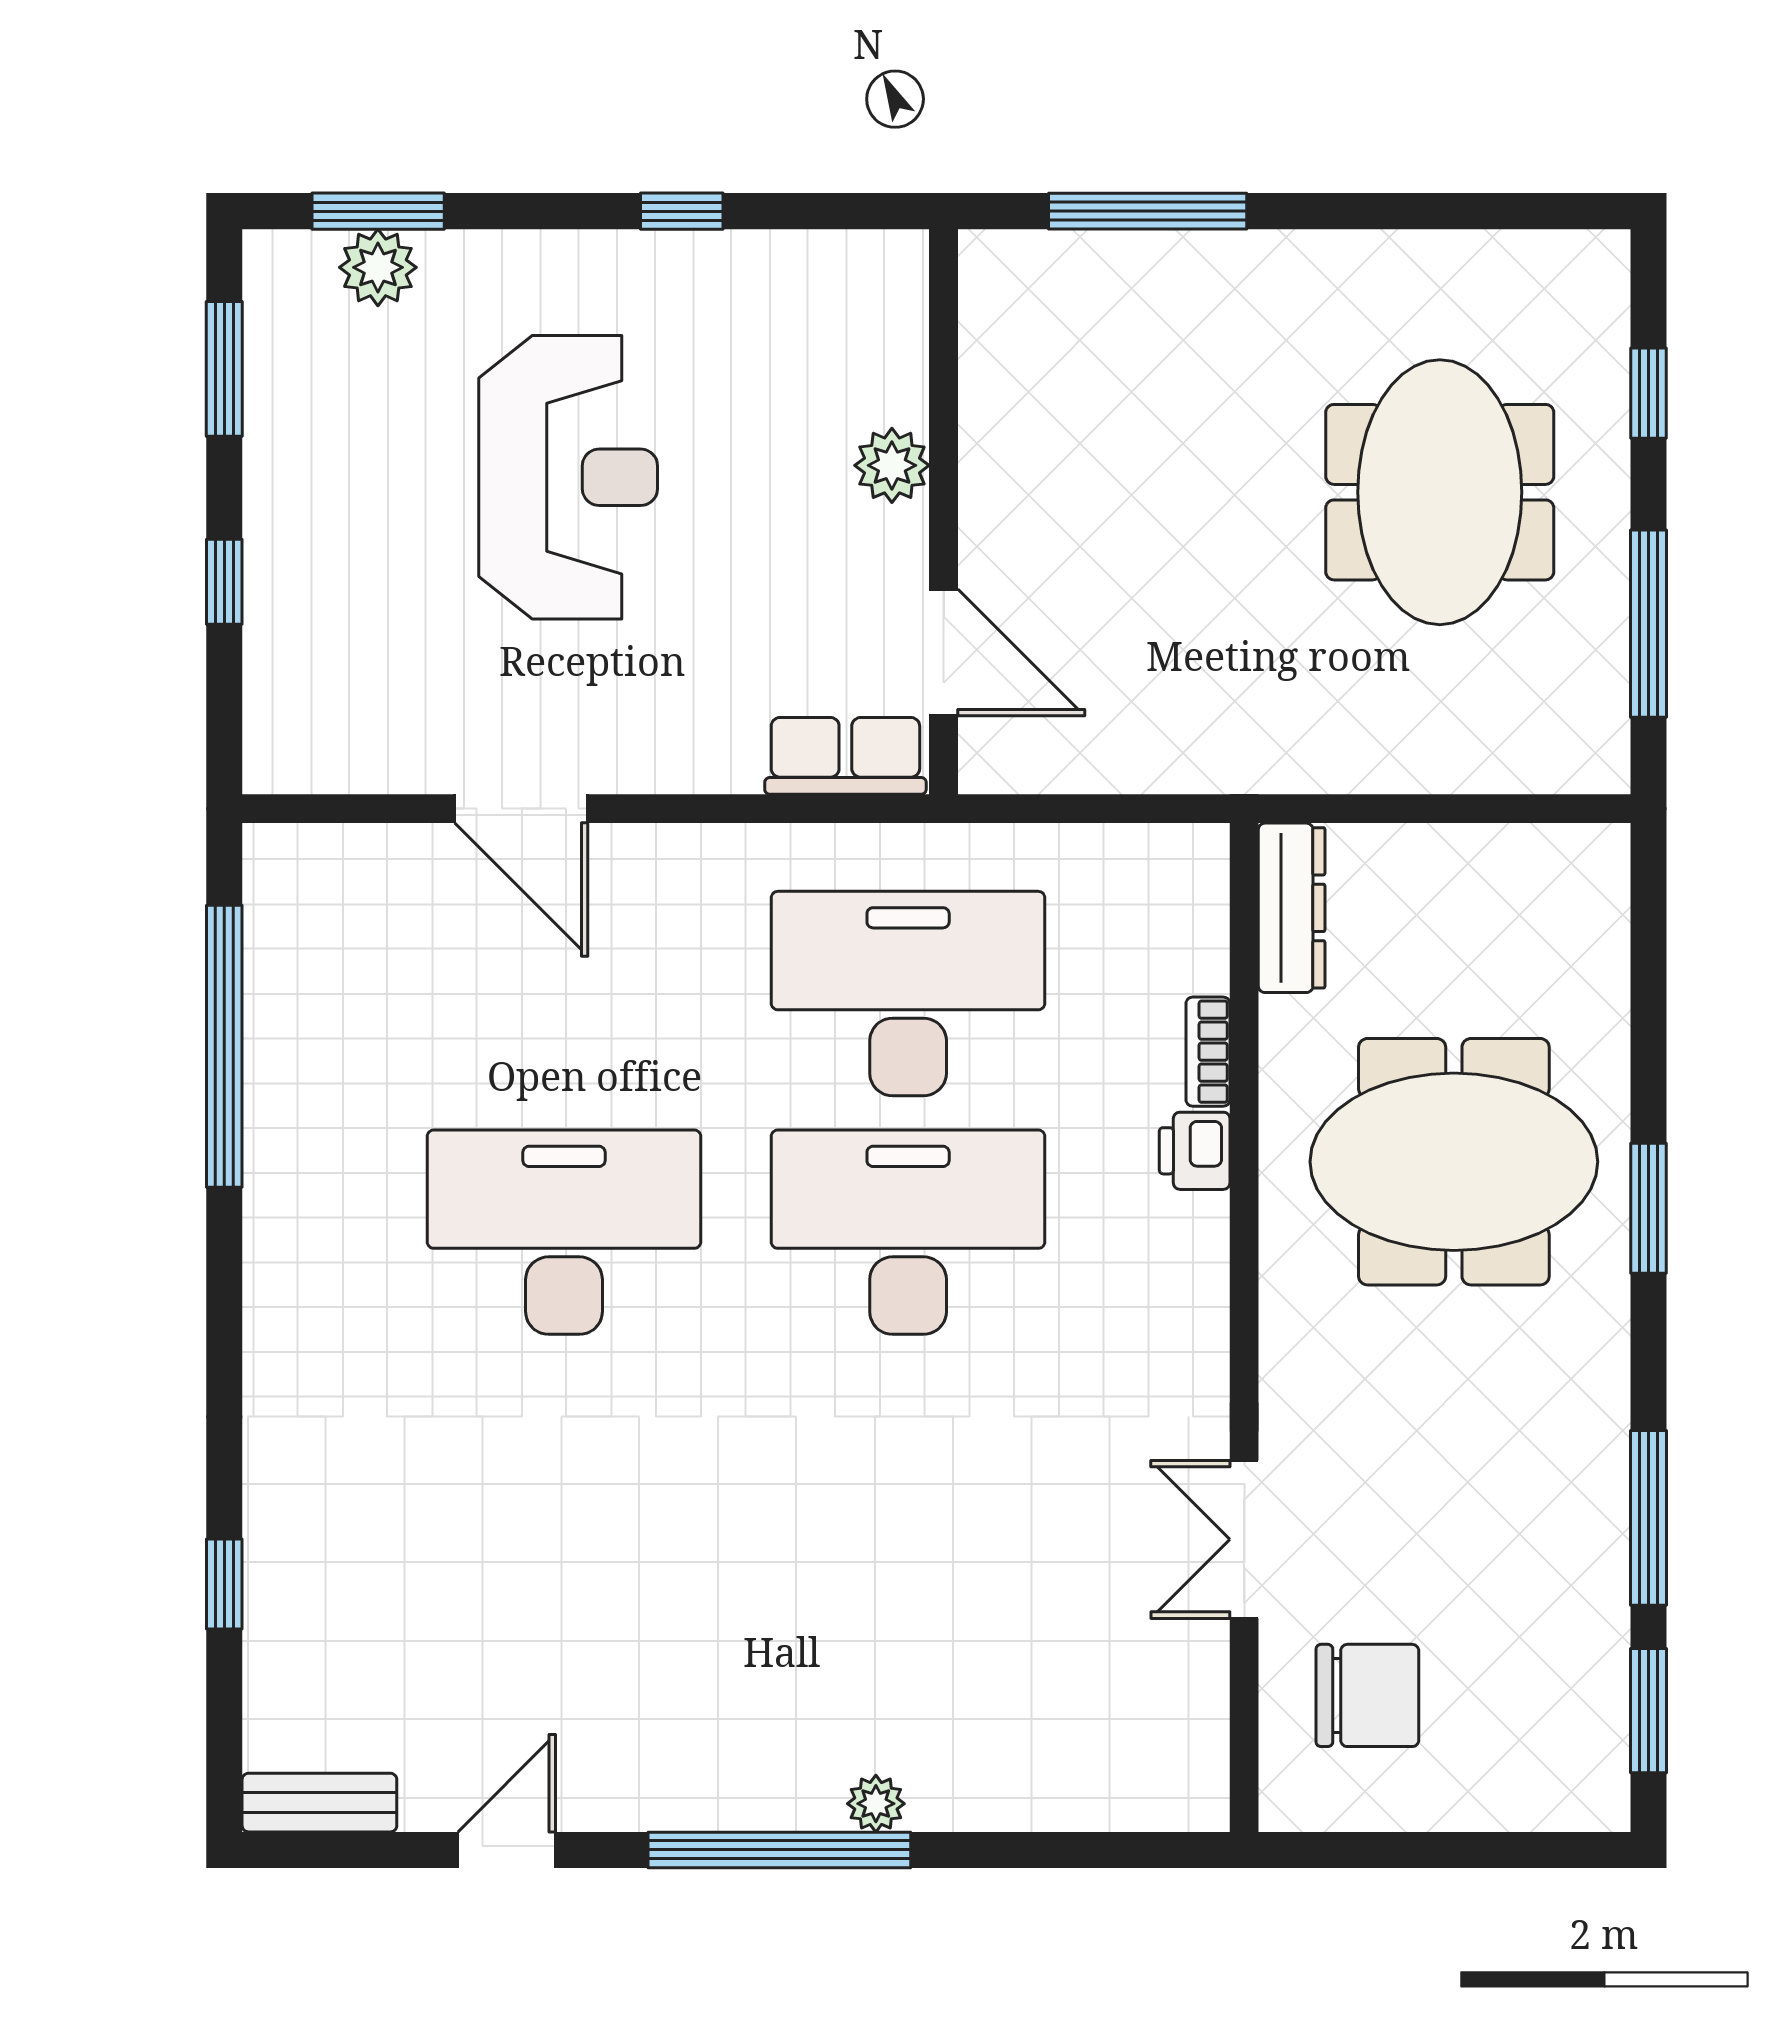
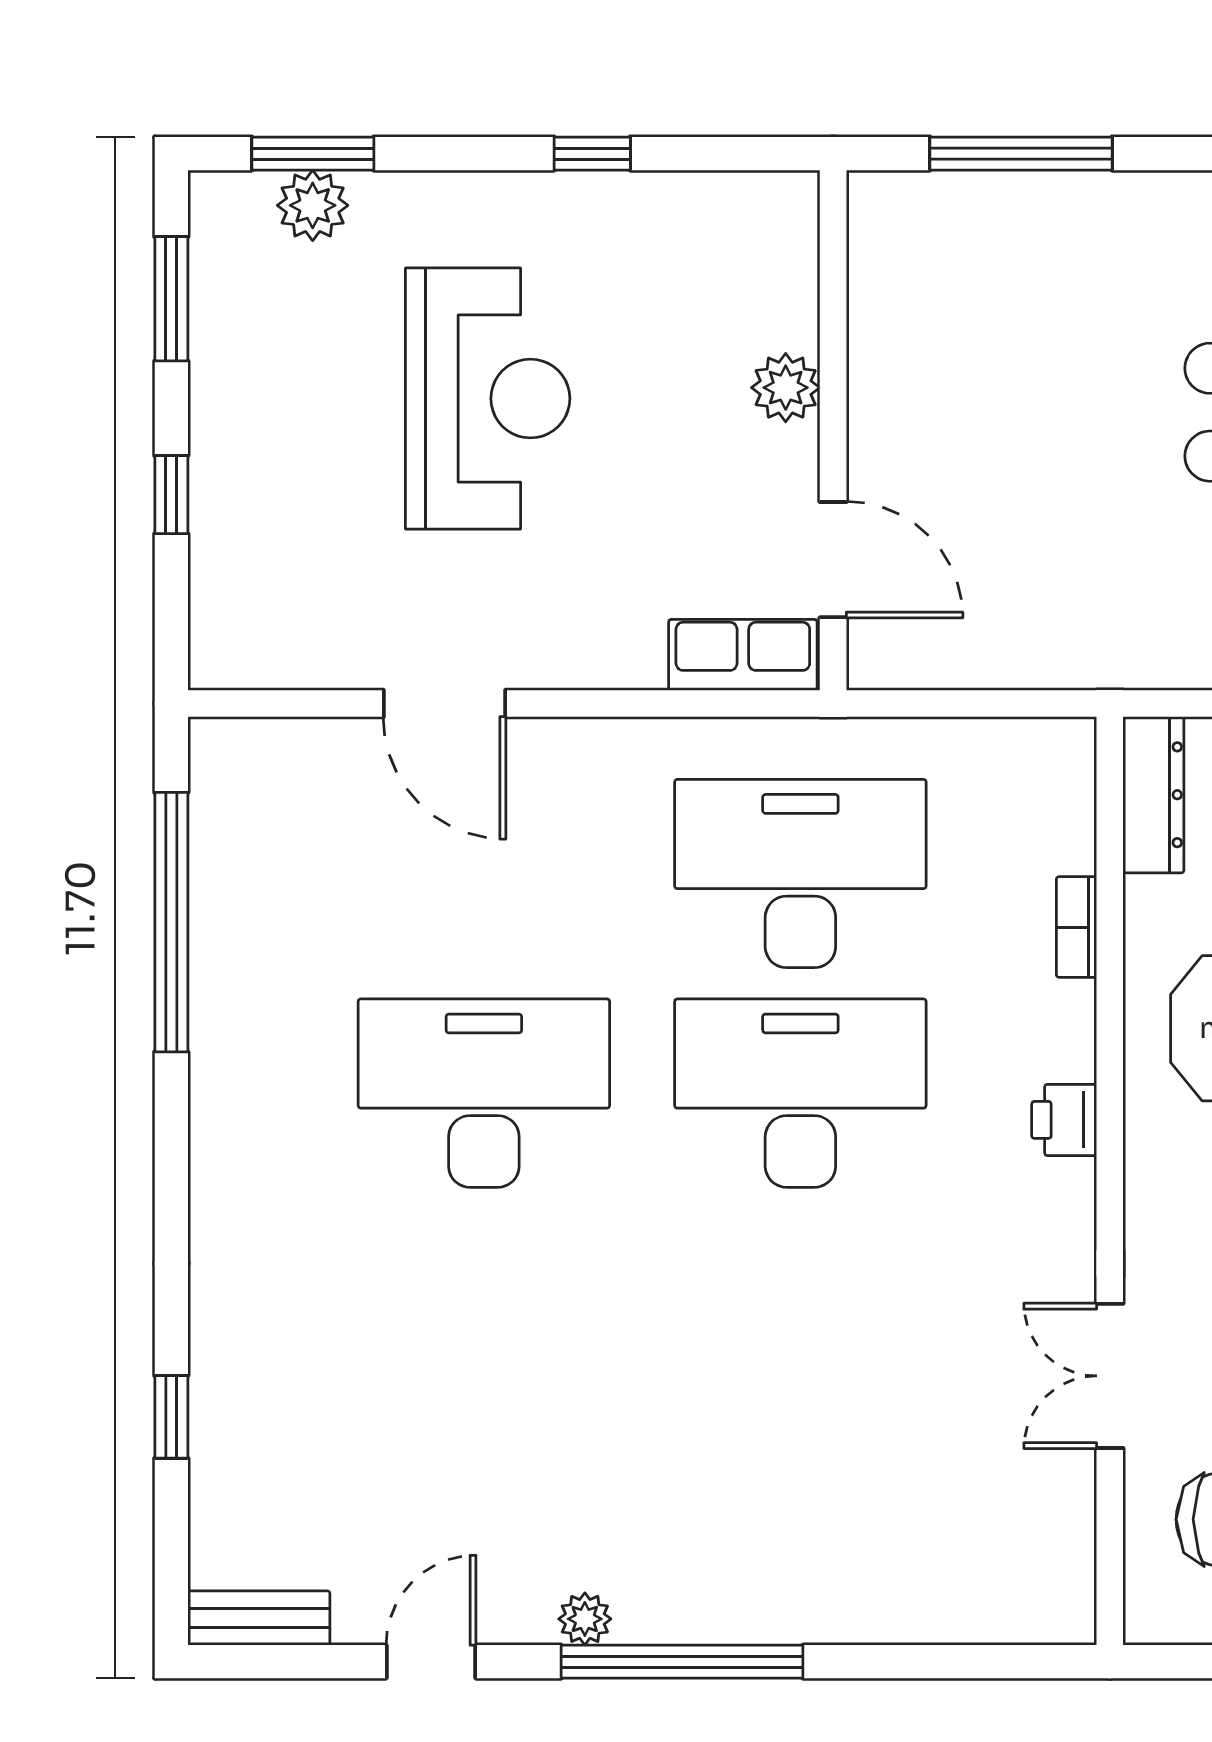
printer: (1195, 1151) -> (1064, 1120), moved
plant: (876, 1804) -> (585, 1619), moved

